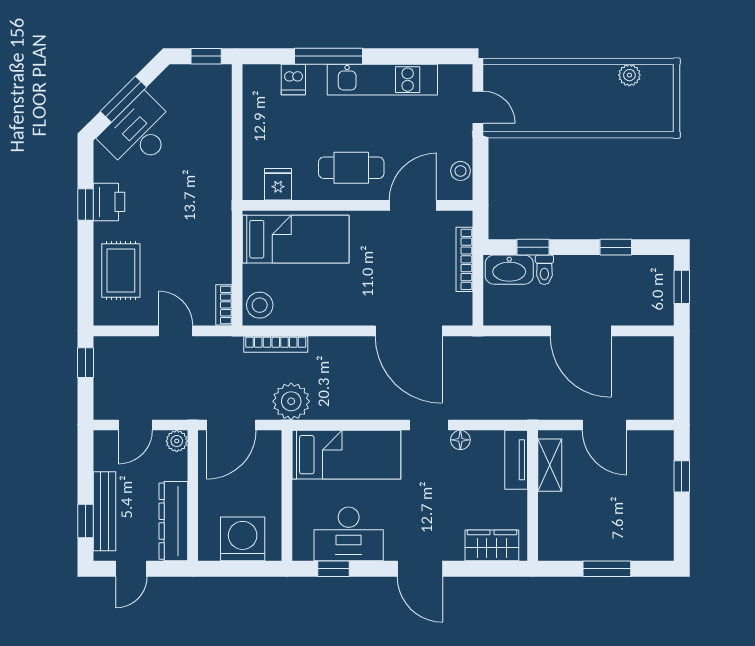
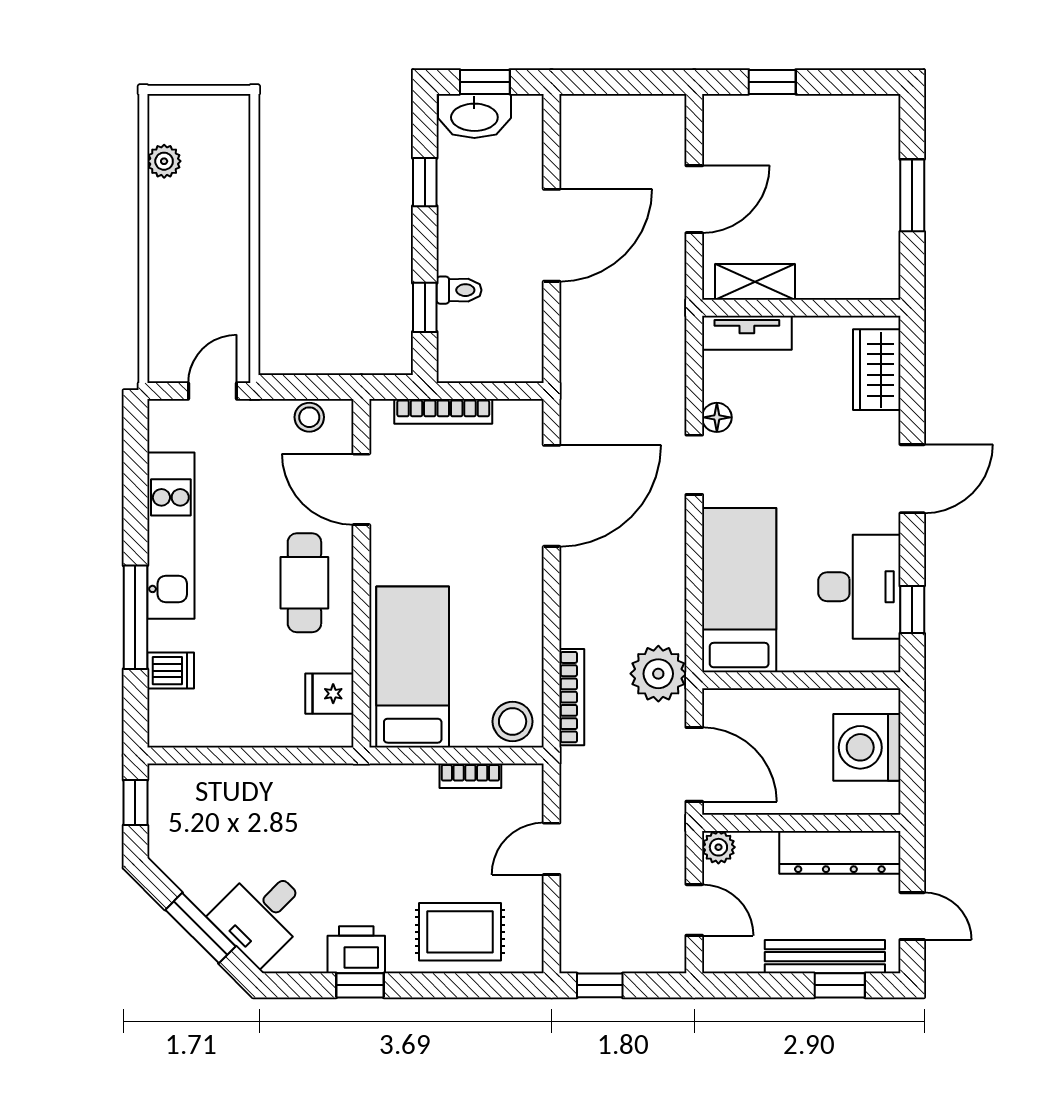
desk: (139, 133) -> (262, 915), width x0.73
washbasin: (509, 270) -> (474, 116), moved, turned 90
bookcase: (224, 305) -> (470, 776), moved

